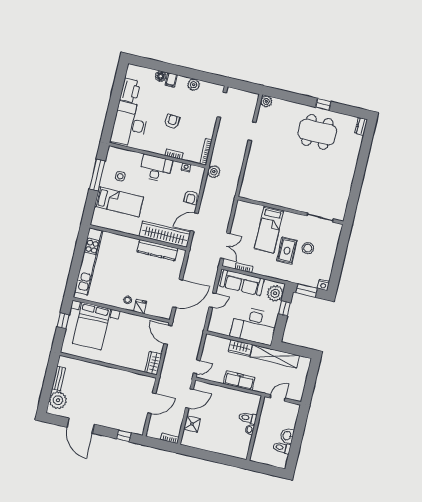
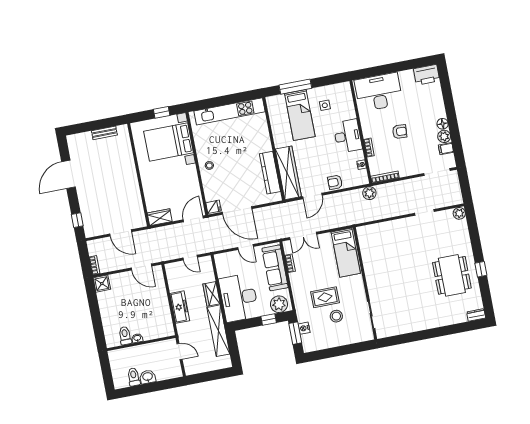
floor lamp: (161, 76) -> (443, 124), moved
filing cabinet: (171, 80) -> (446, 149), moved
printer: (130, 90) -> (427, 75), moved
window: (97, 175) -> (295, 87), moved
door: (194, 222) -> (312, 196), swing flipped
bed: (269, 229) -> (346, 253), moved, turned -90
nightstand: (323, 285) -> (304, 328), moved
fridge: (140, 306) -> (214, 207), moved
door: (197, 367) -> (190, 258), moved
plant: (58, 400) -> (83, 142), removed
toilet: (248, 418) -> (125, 336), moved
shower: (192, 424) -> (102, 284), moved

